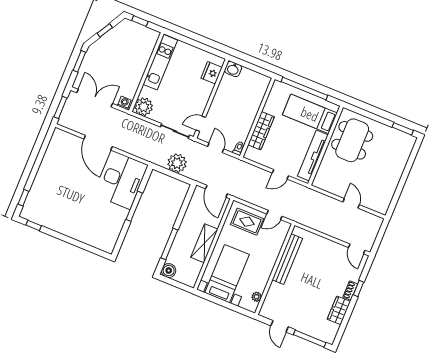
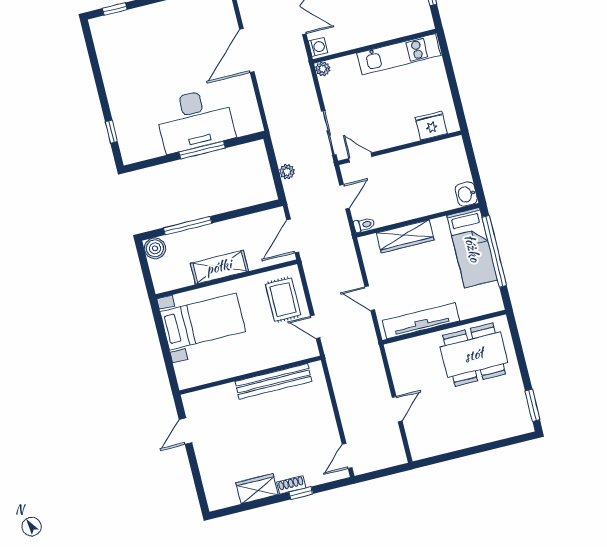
washbasin: (233, 69) -> (466, 194), moved
plant: (144, 107) -> (323, 69), width x0.53, depth x0.53
bed: (310, 114) -> (472, 248), moved, turned 180
plant: (177, 163) -> (287, 172), width x0.53, depth x0.53
desk: (122, 181) -> (195, 120), moved
window: (34, 225) -> (111, 132), moved
plant: (257, 297) -> (201, 377), removed
window: (310, 339) -> (197, 478), removed

